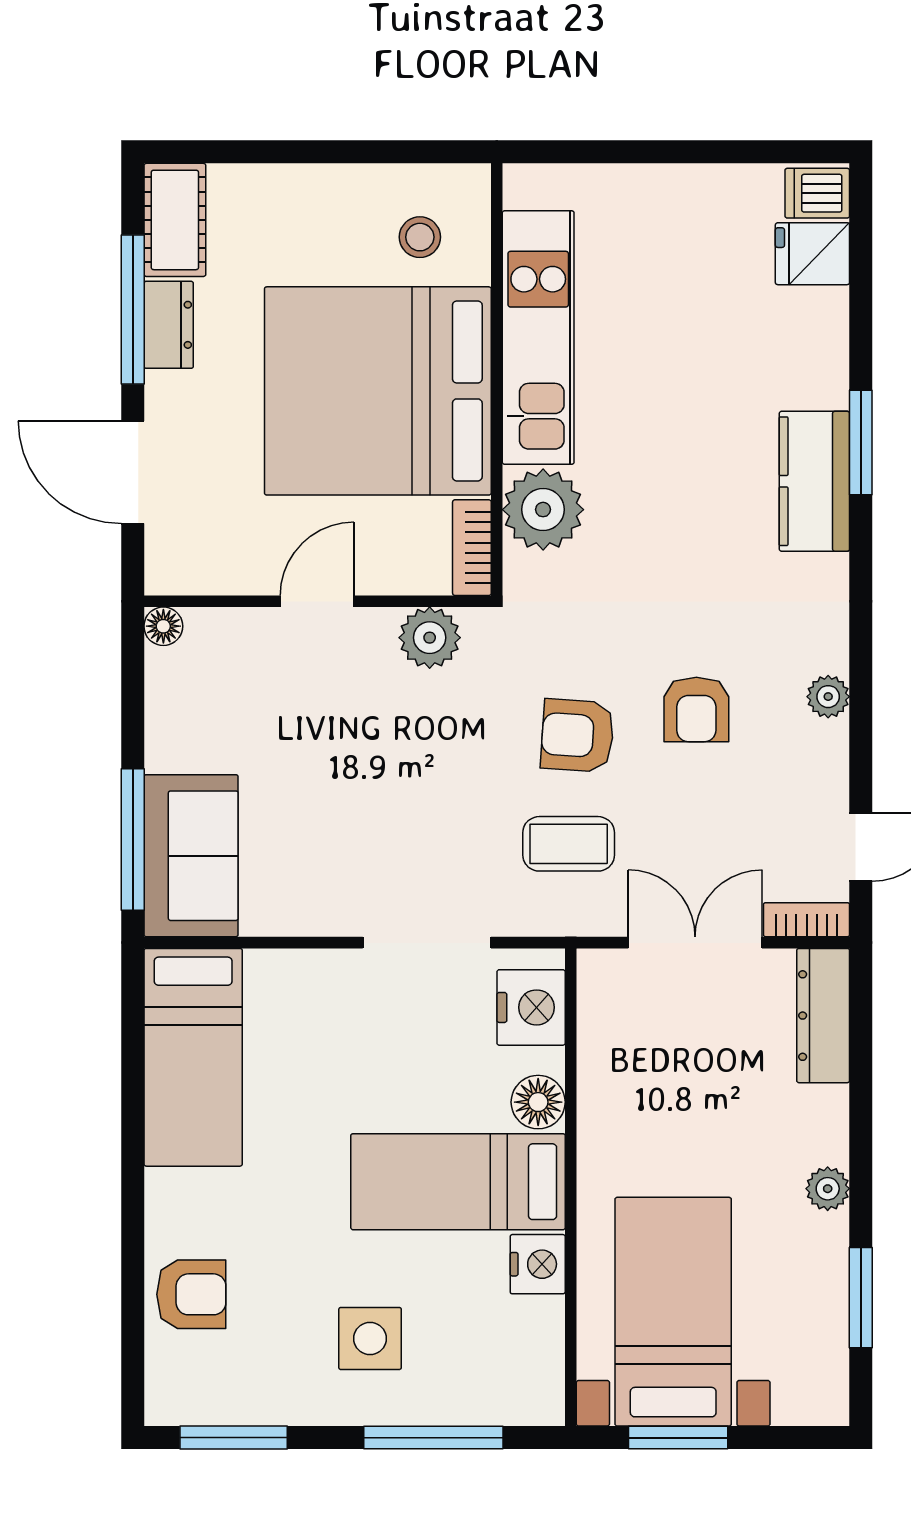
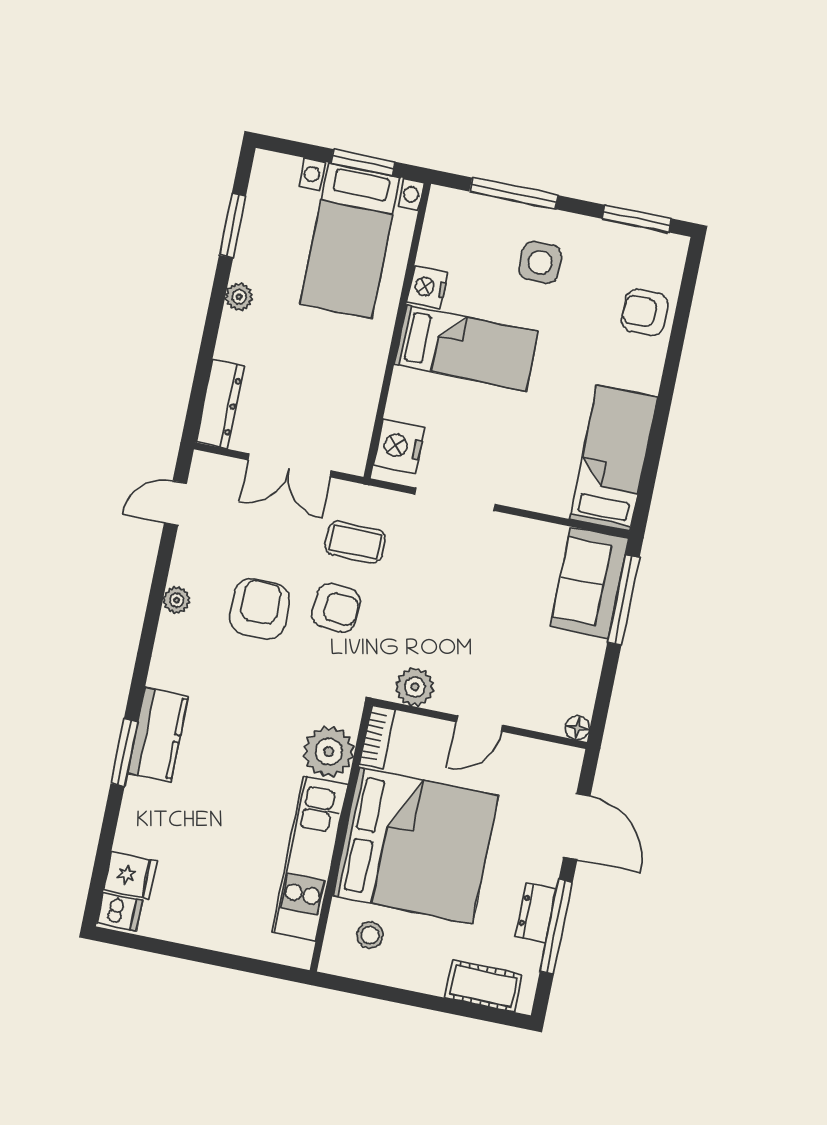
cot: (175, 220) -> (484, 986), moved, turned 90
armchair: (696, 710) -> (259, 609), width x1.38, depth x1.38
bookcase: (807, 920) -> (218, 465), removed
floor lamp: (538, 1102) -> (407, 387), removed

